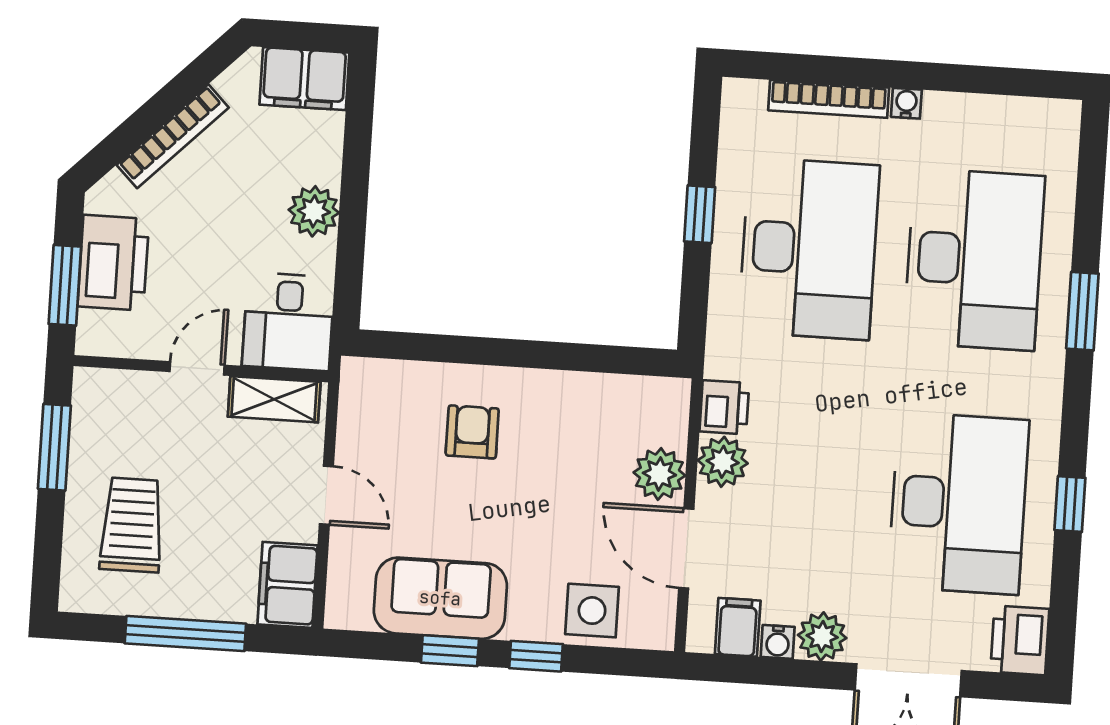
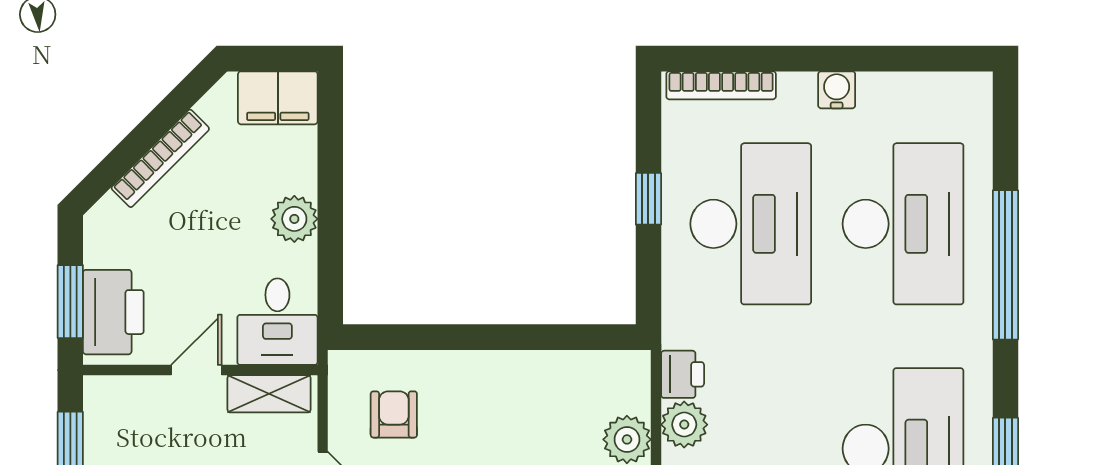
bookcase: (829, 99) -> (721, 85), moved
water cooler: (906, 103) -> (837, 90), width x1.38, depth x1.38
printer: (113, 263) -> (113, 312), moved
window: (1082, 311) -> (1005, 265), width x2.11
armchair: (472, 432) -> (394, 414), moved

